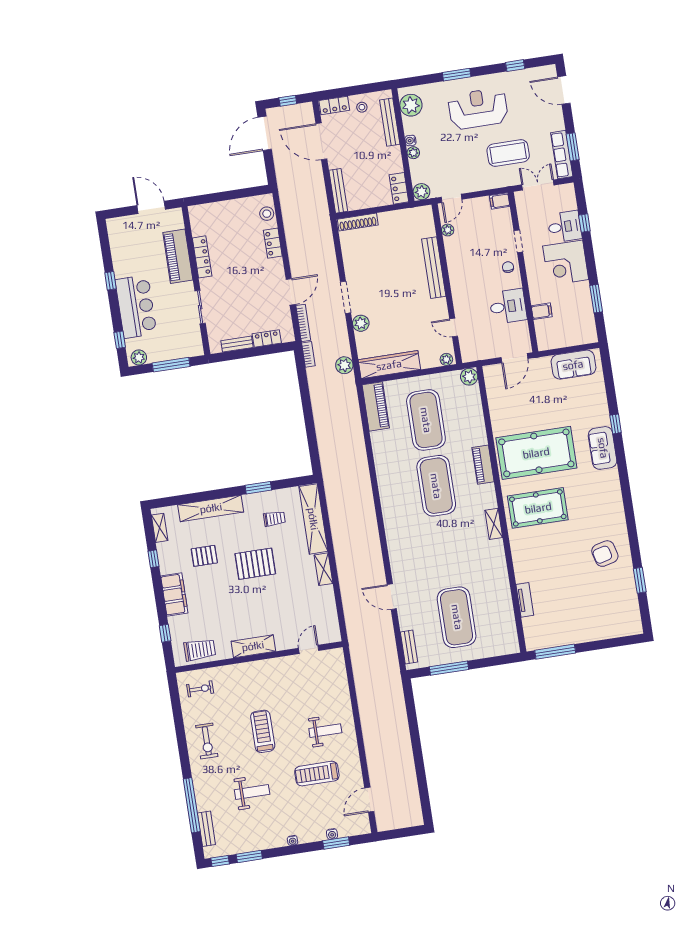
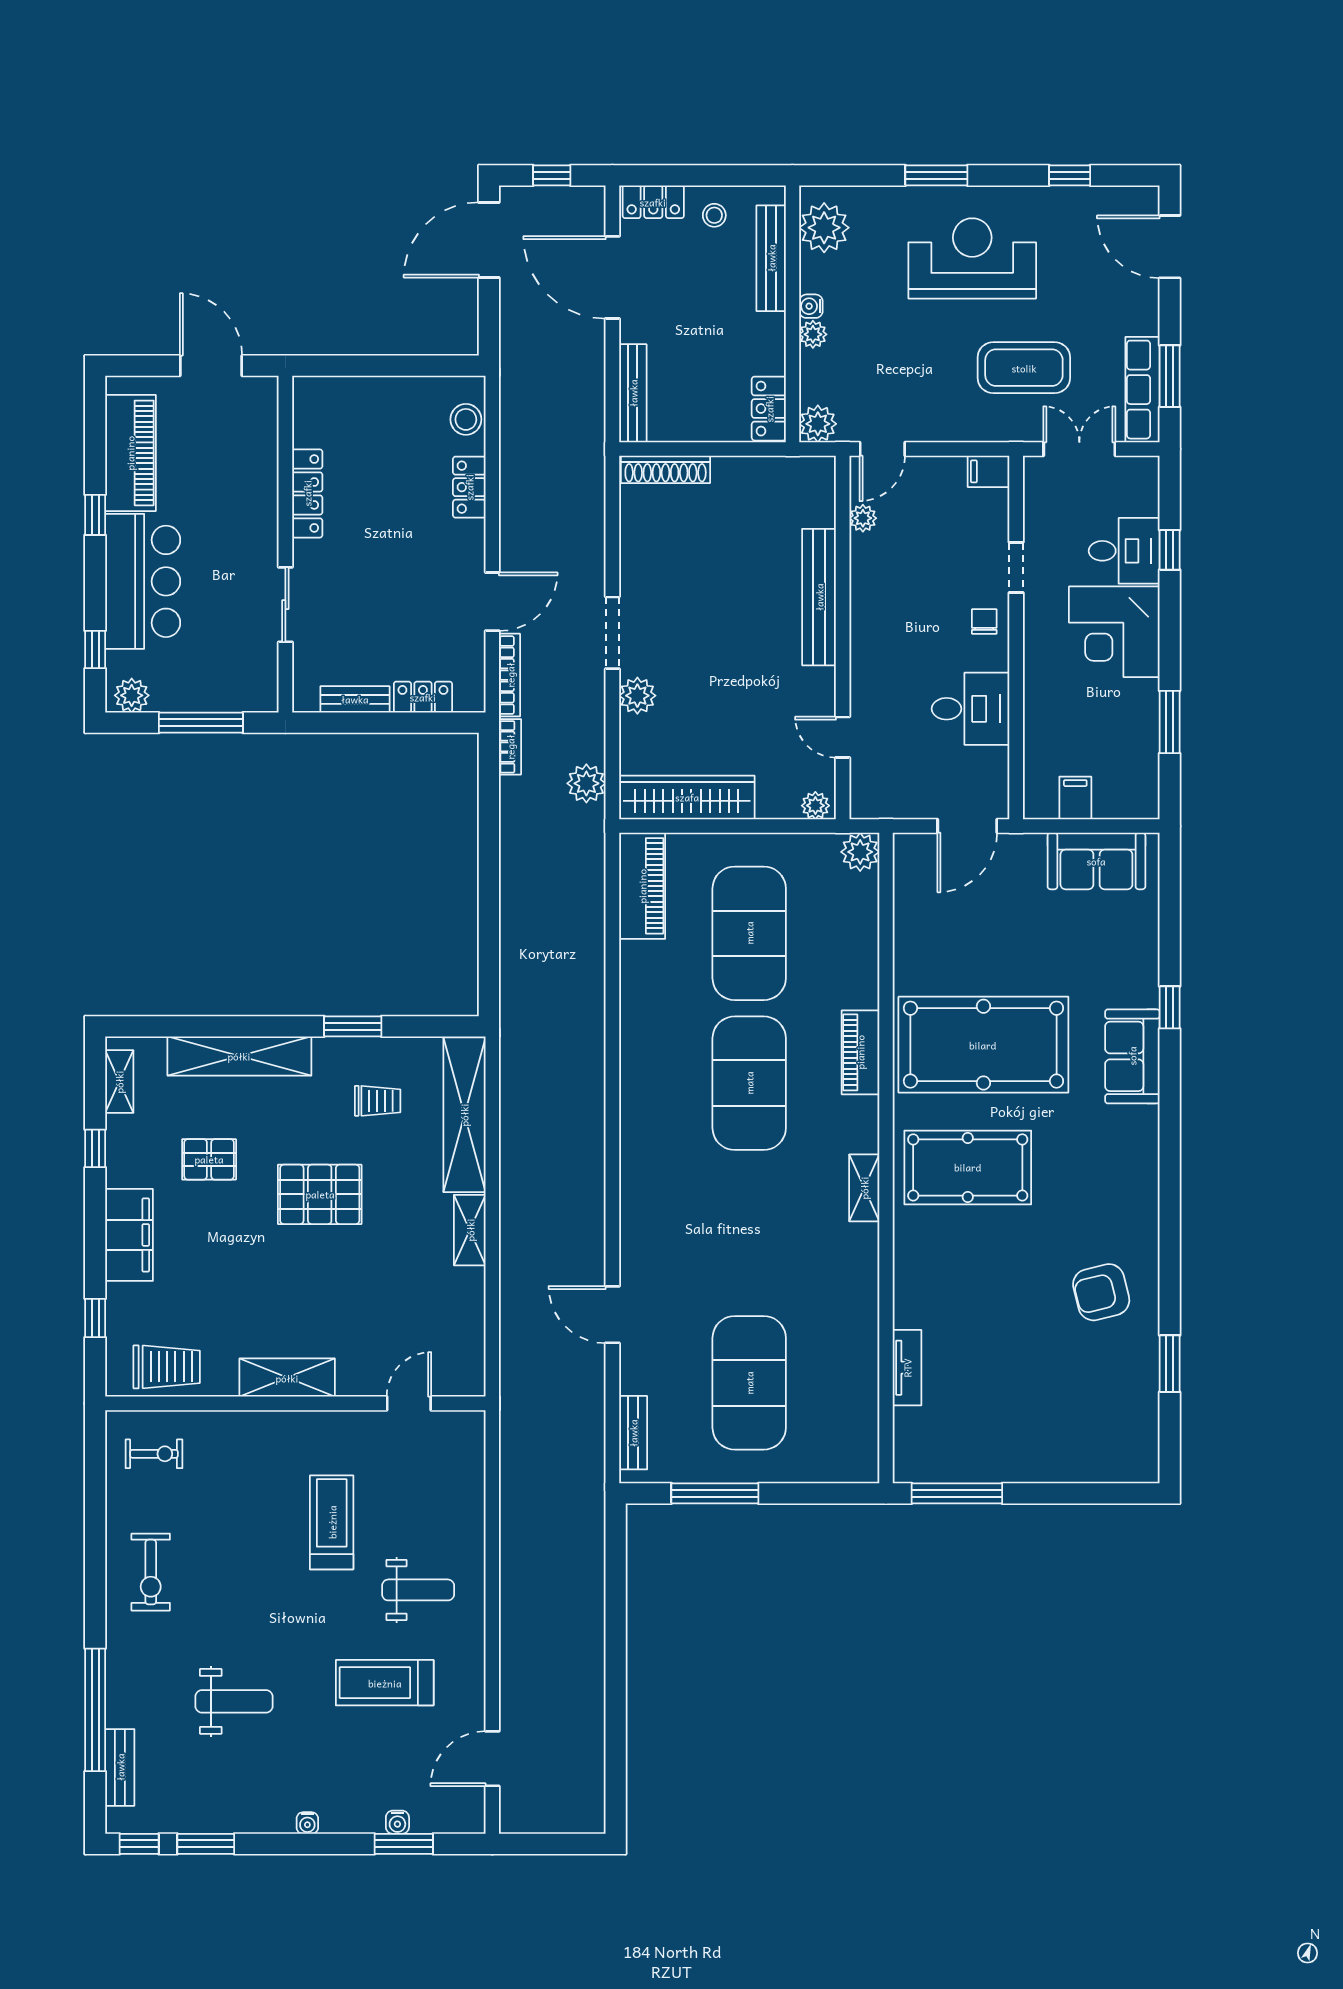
piano: (178, 256) -> (130, 453), moved, turned 180
filing cabinet: (542, 311) -> (1075, 798), moved, turned -90
treadmill: (263, 731) -> (332, 1522), moved

